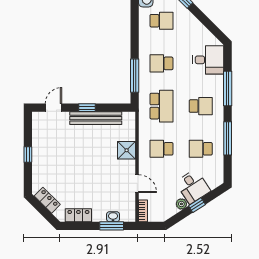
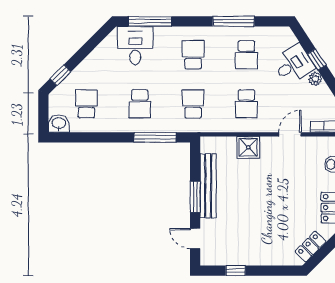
window: (228, 89) -> (150, 21), moved
school desk: (161, 106) -> (193, 104), width x0.54
window: (87, 108) -> (195, 197), width x1.50
window: (28, 155) -> (235, 271), moved

